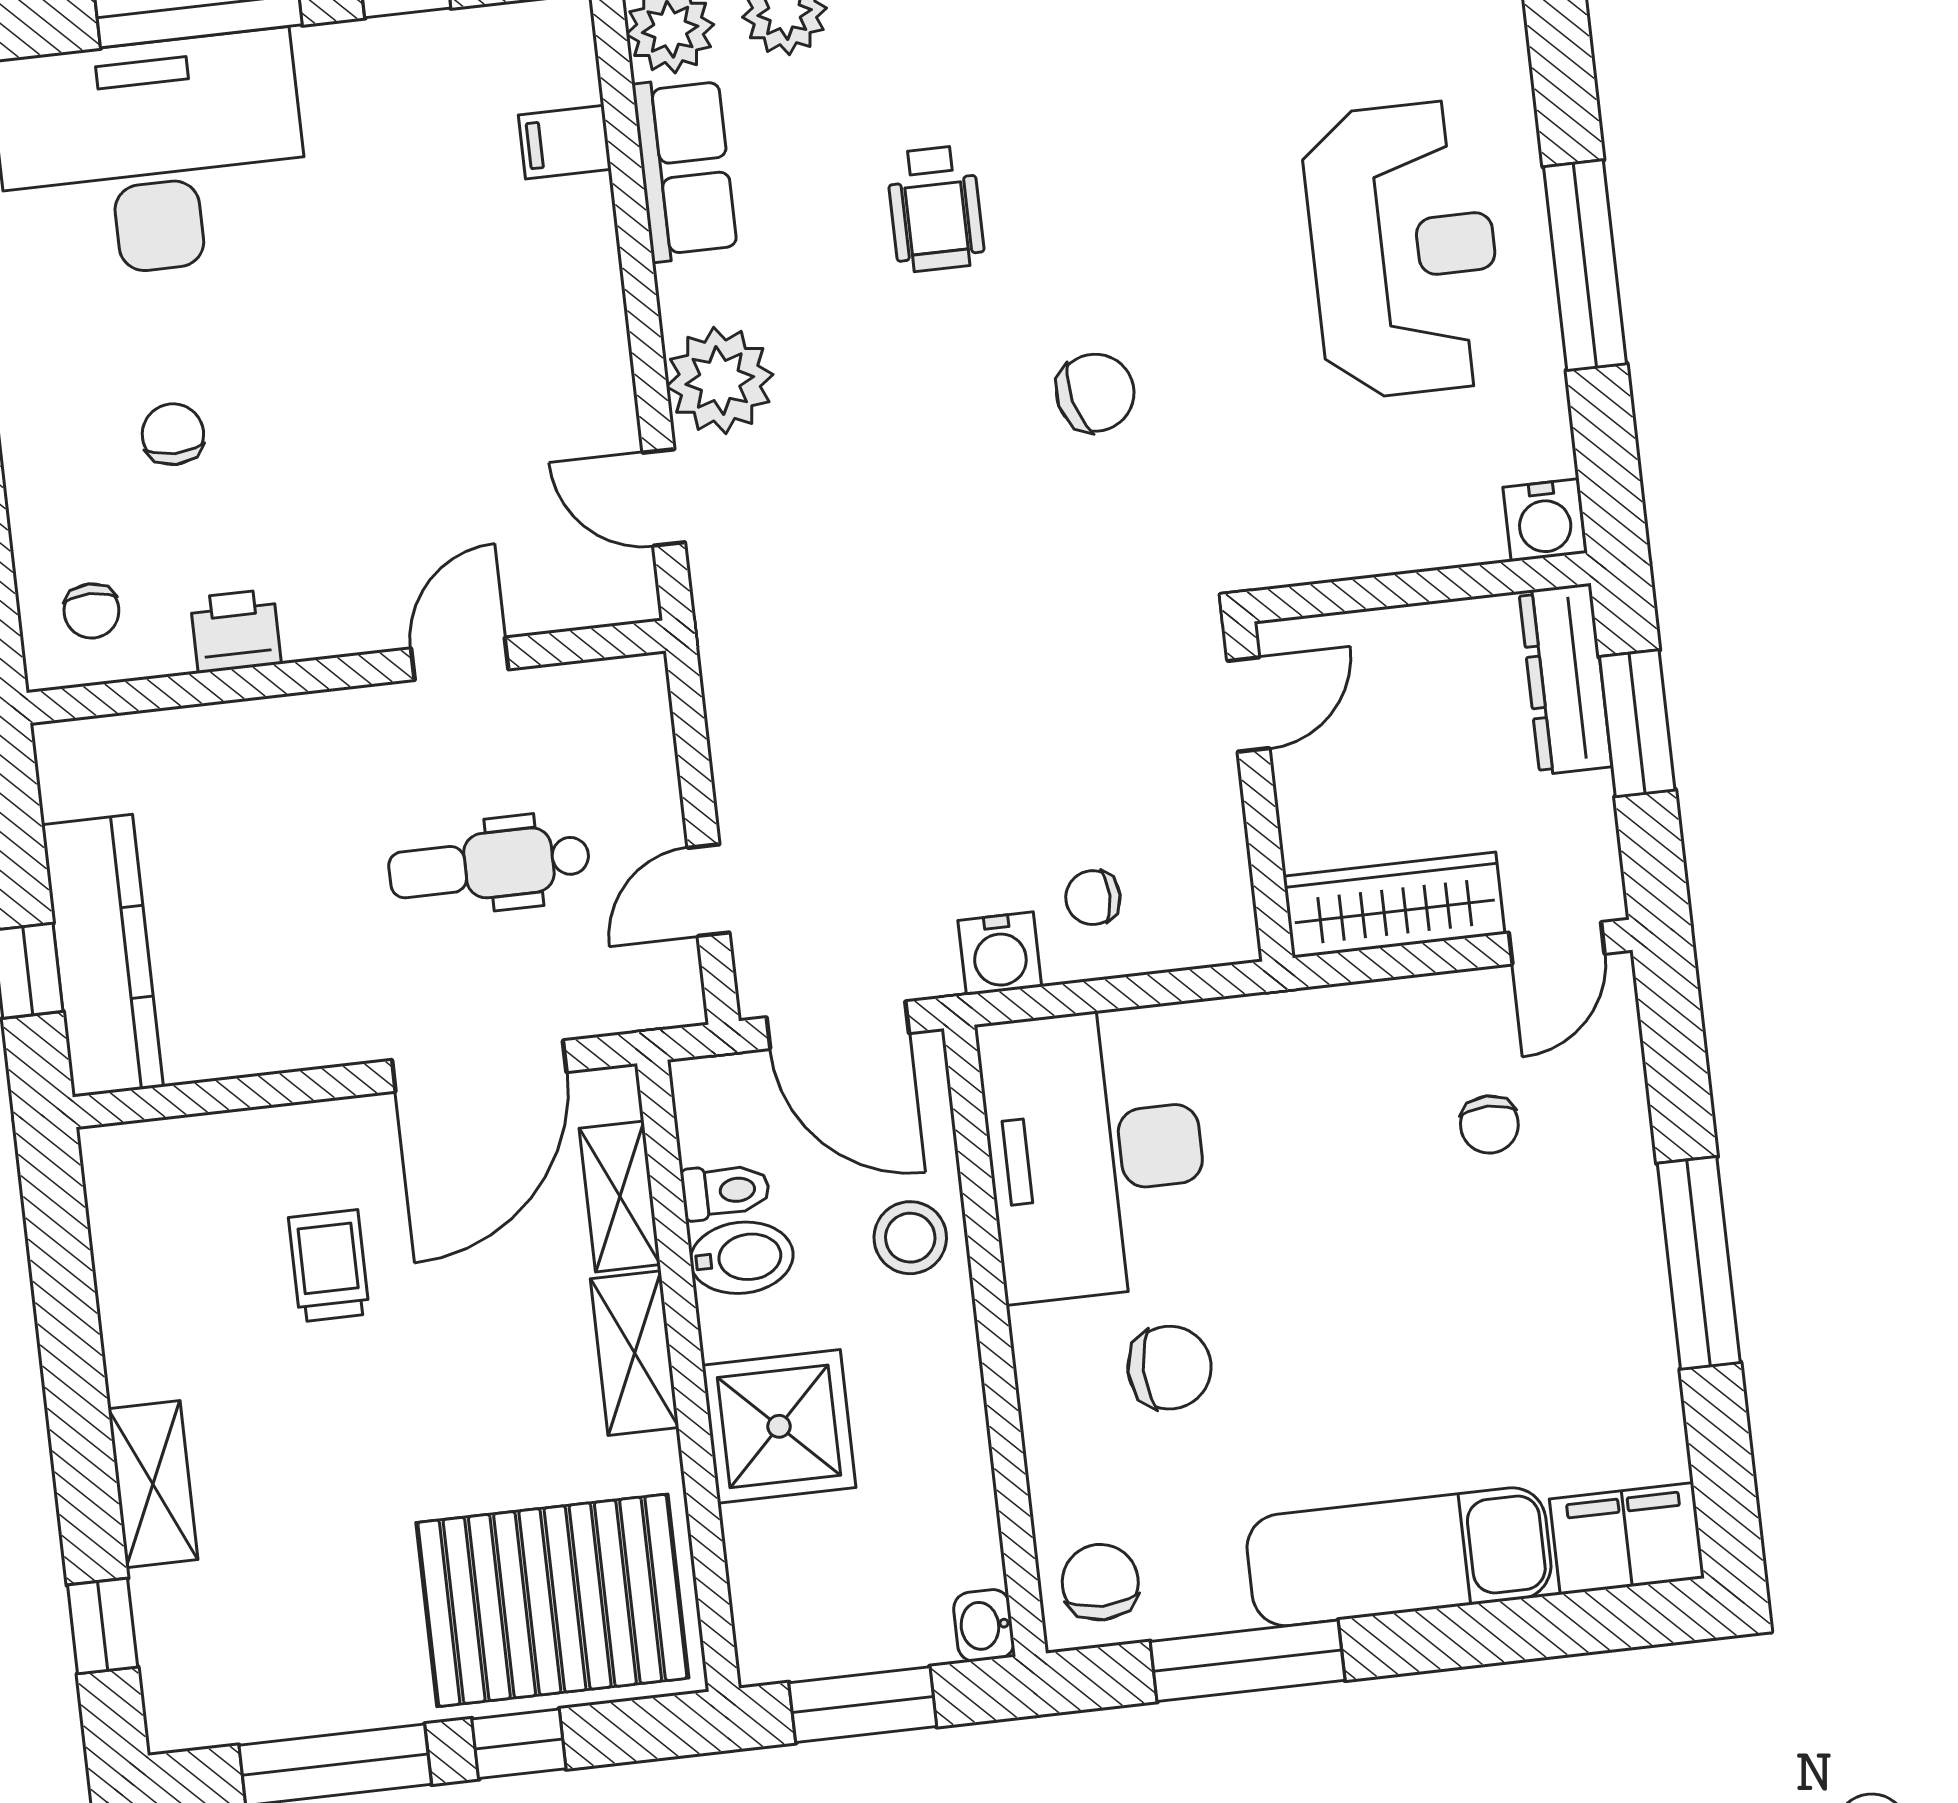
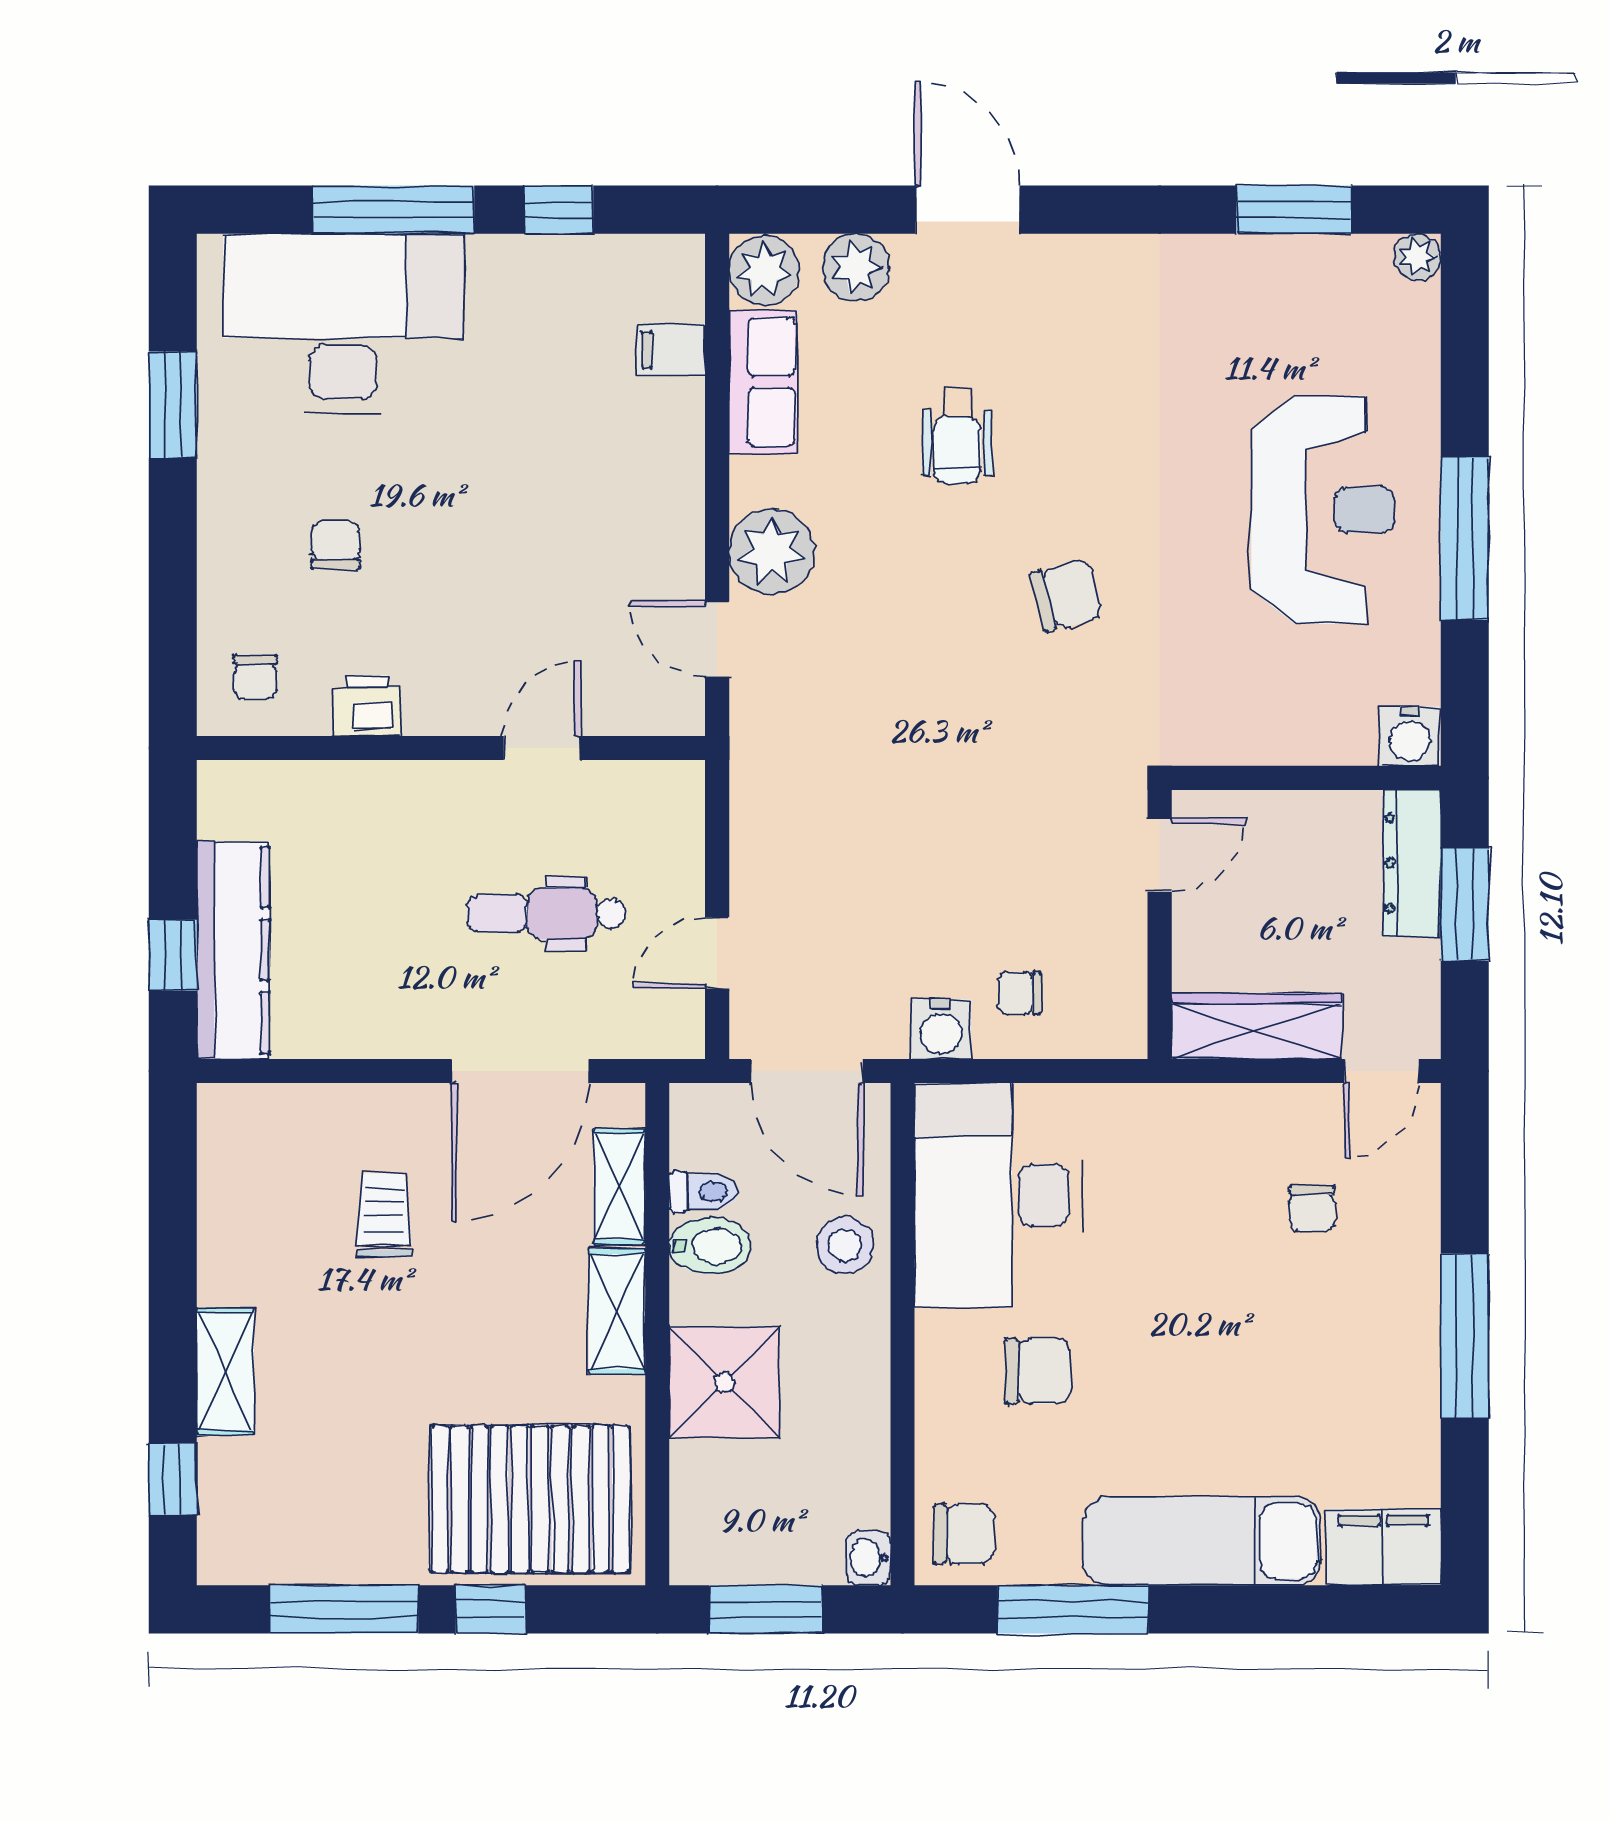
chair: (1100, 1582) -> (964, 1534), turned 90

